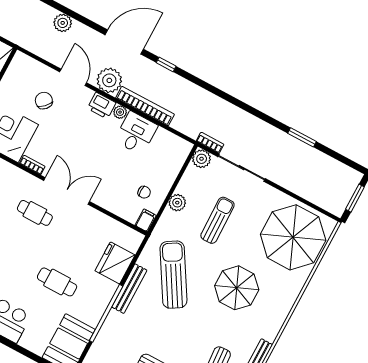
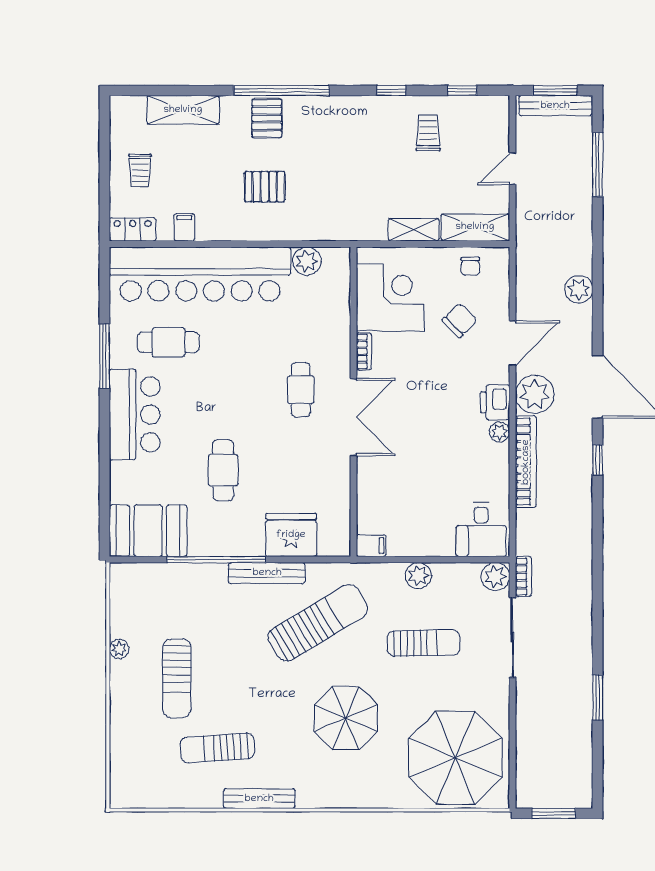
desk: (136, 133) -> (481, 530), moved, turned 90
chair: (144, 192) -> (470, 266), moved

